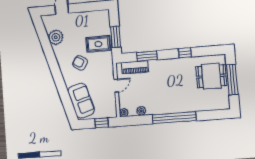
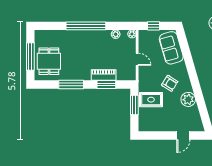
plant: (56, 37) -> (188, 99), moved
window: (185, 53) -> (71, 85), width x2.17
piano: (135, 67) -> (104, 75), moved
dining table: (211, 76) -> (49, 61), turned 90
door: (116, 86) -> (137, 59), swing flipped

